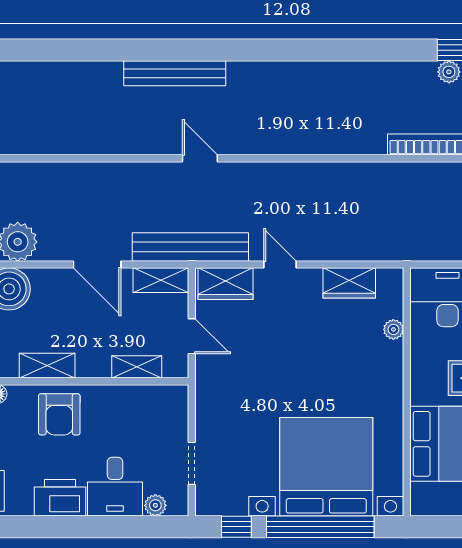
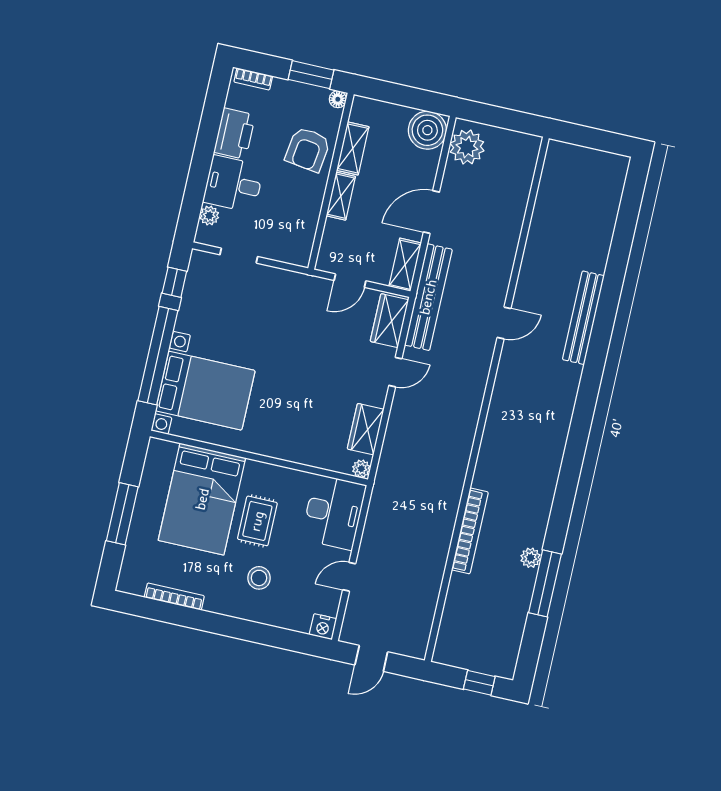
plant: (393, 329) -> (361, 469), moved
shelving: (137, 367) -> (341, 196), moved
armchair: (59, 414) -> (308, 149), turned -82
bed with nightstands: (326, 467) -> (205, 391), width x0.73

